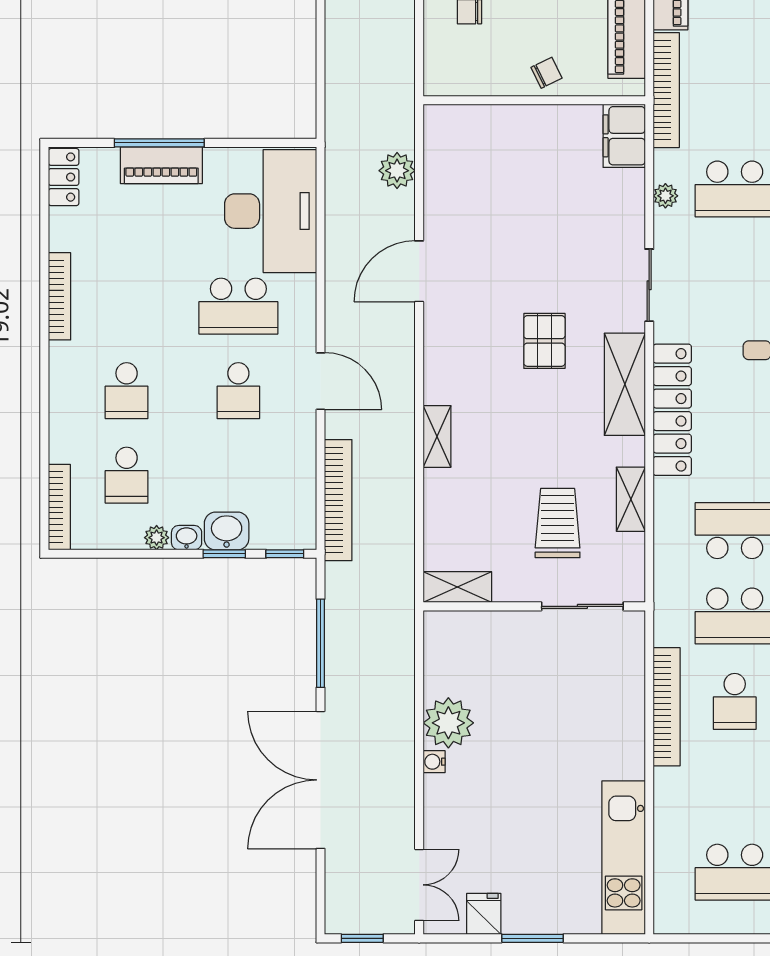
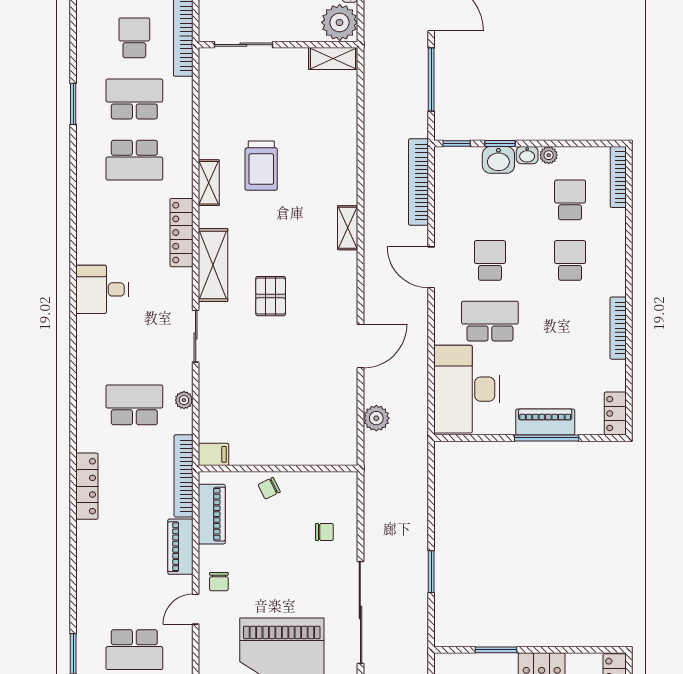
filing cabinet: (624, 136) -> (214, 454), width x0.50
locker: (672, 410) -> (181, 233), width x0.71, depth x0.83
shelving: (457, 587) -> (333, 59), moved
wall: (534, 606) -> (278, 45), moved
sliding door: (582, 606) -> (243, 45), moved

